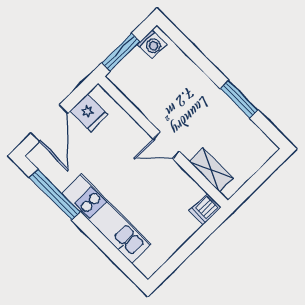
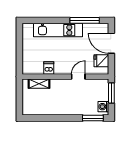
window: (239, 99) -> (93, 118), moved
door: (166, 145) -> (78, 77), moved
dishwasher: (205, 209) -> (49, 68), moved

